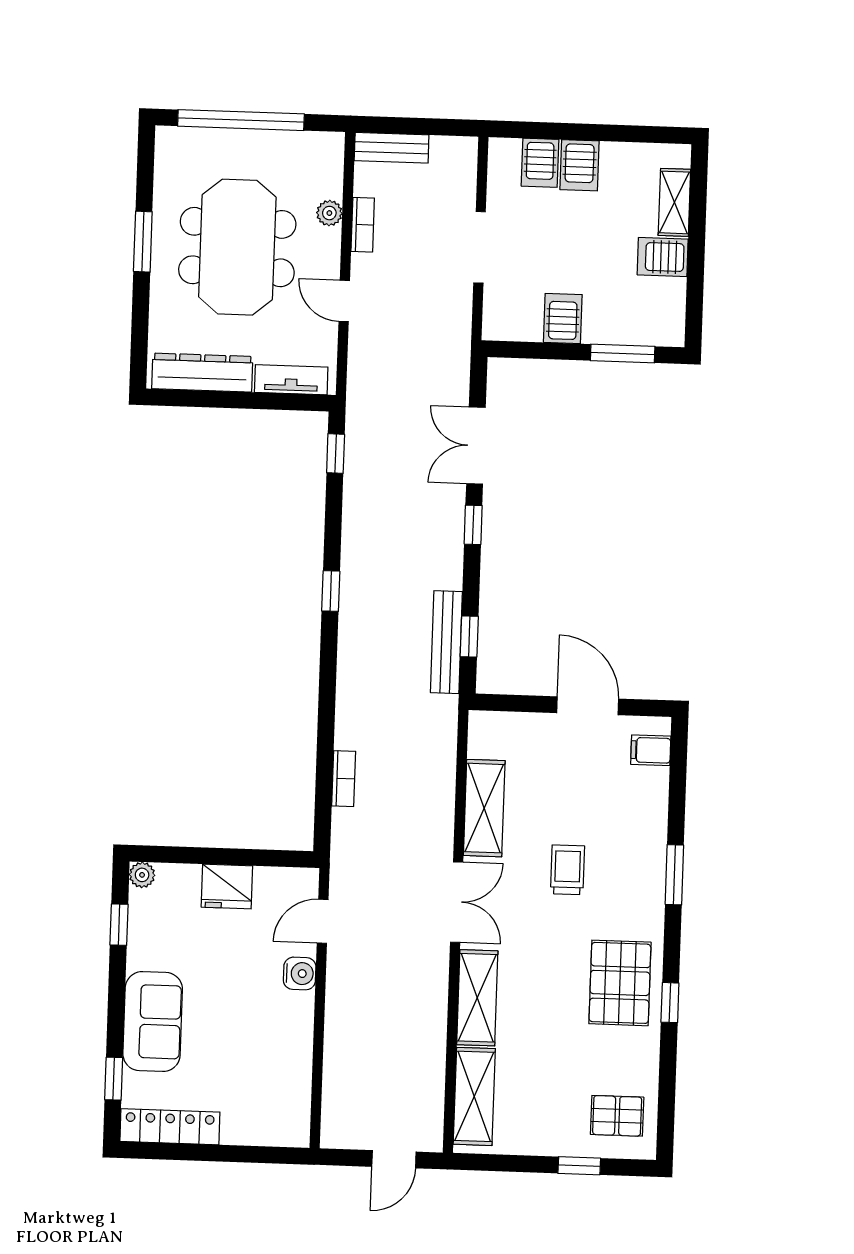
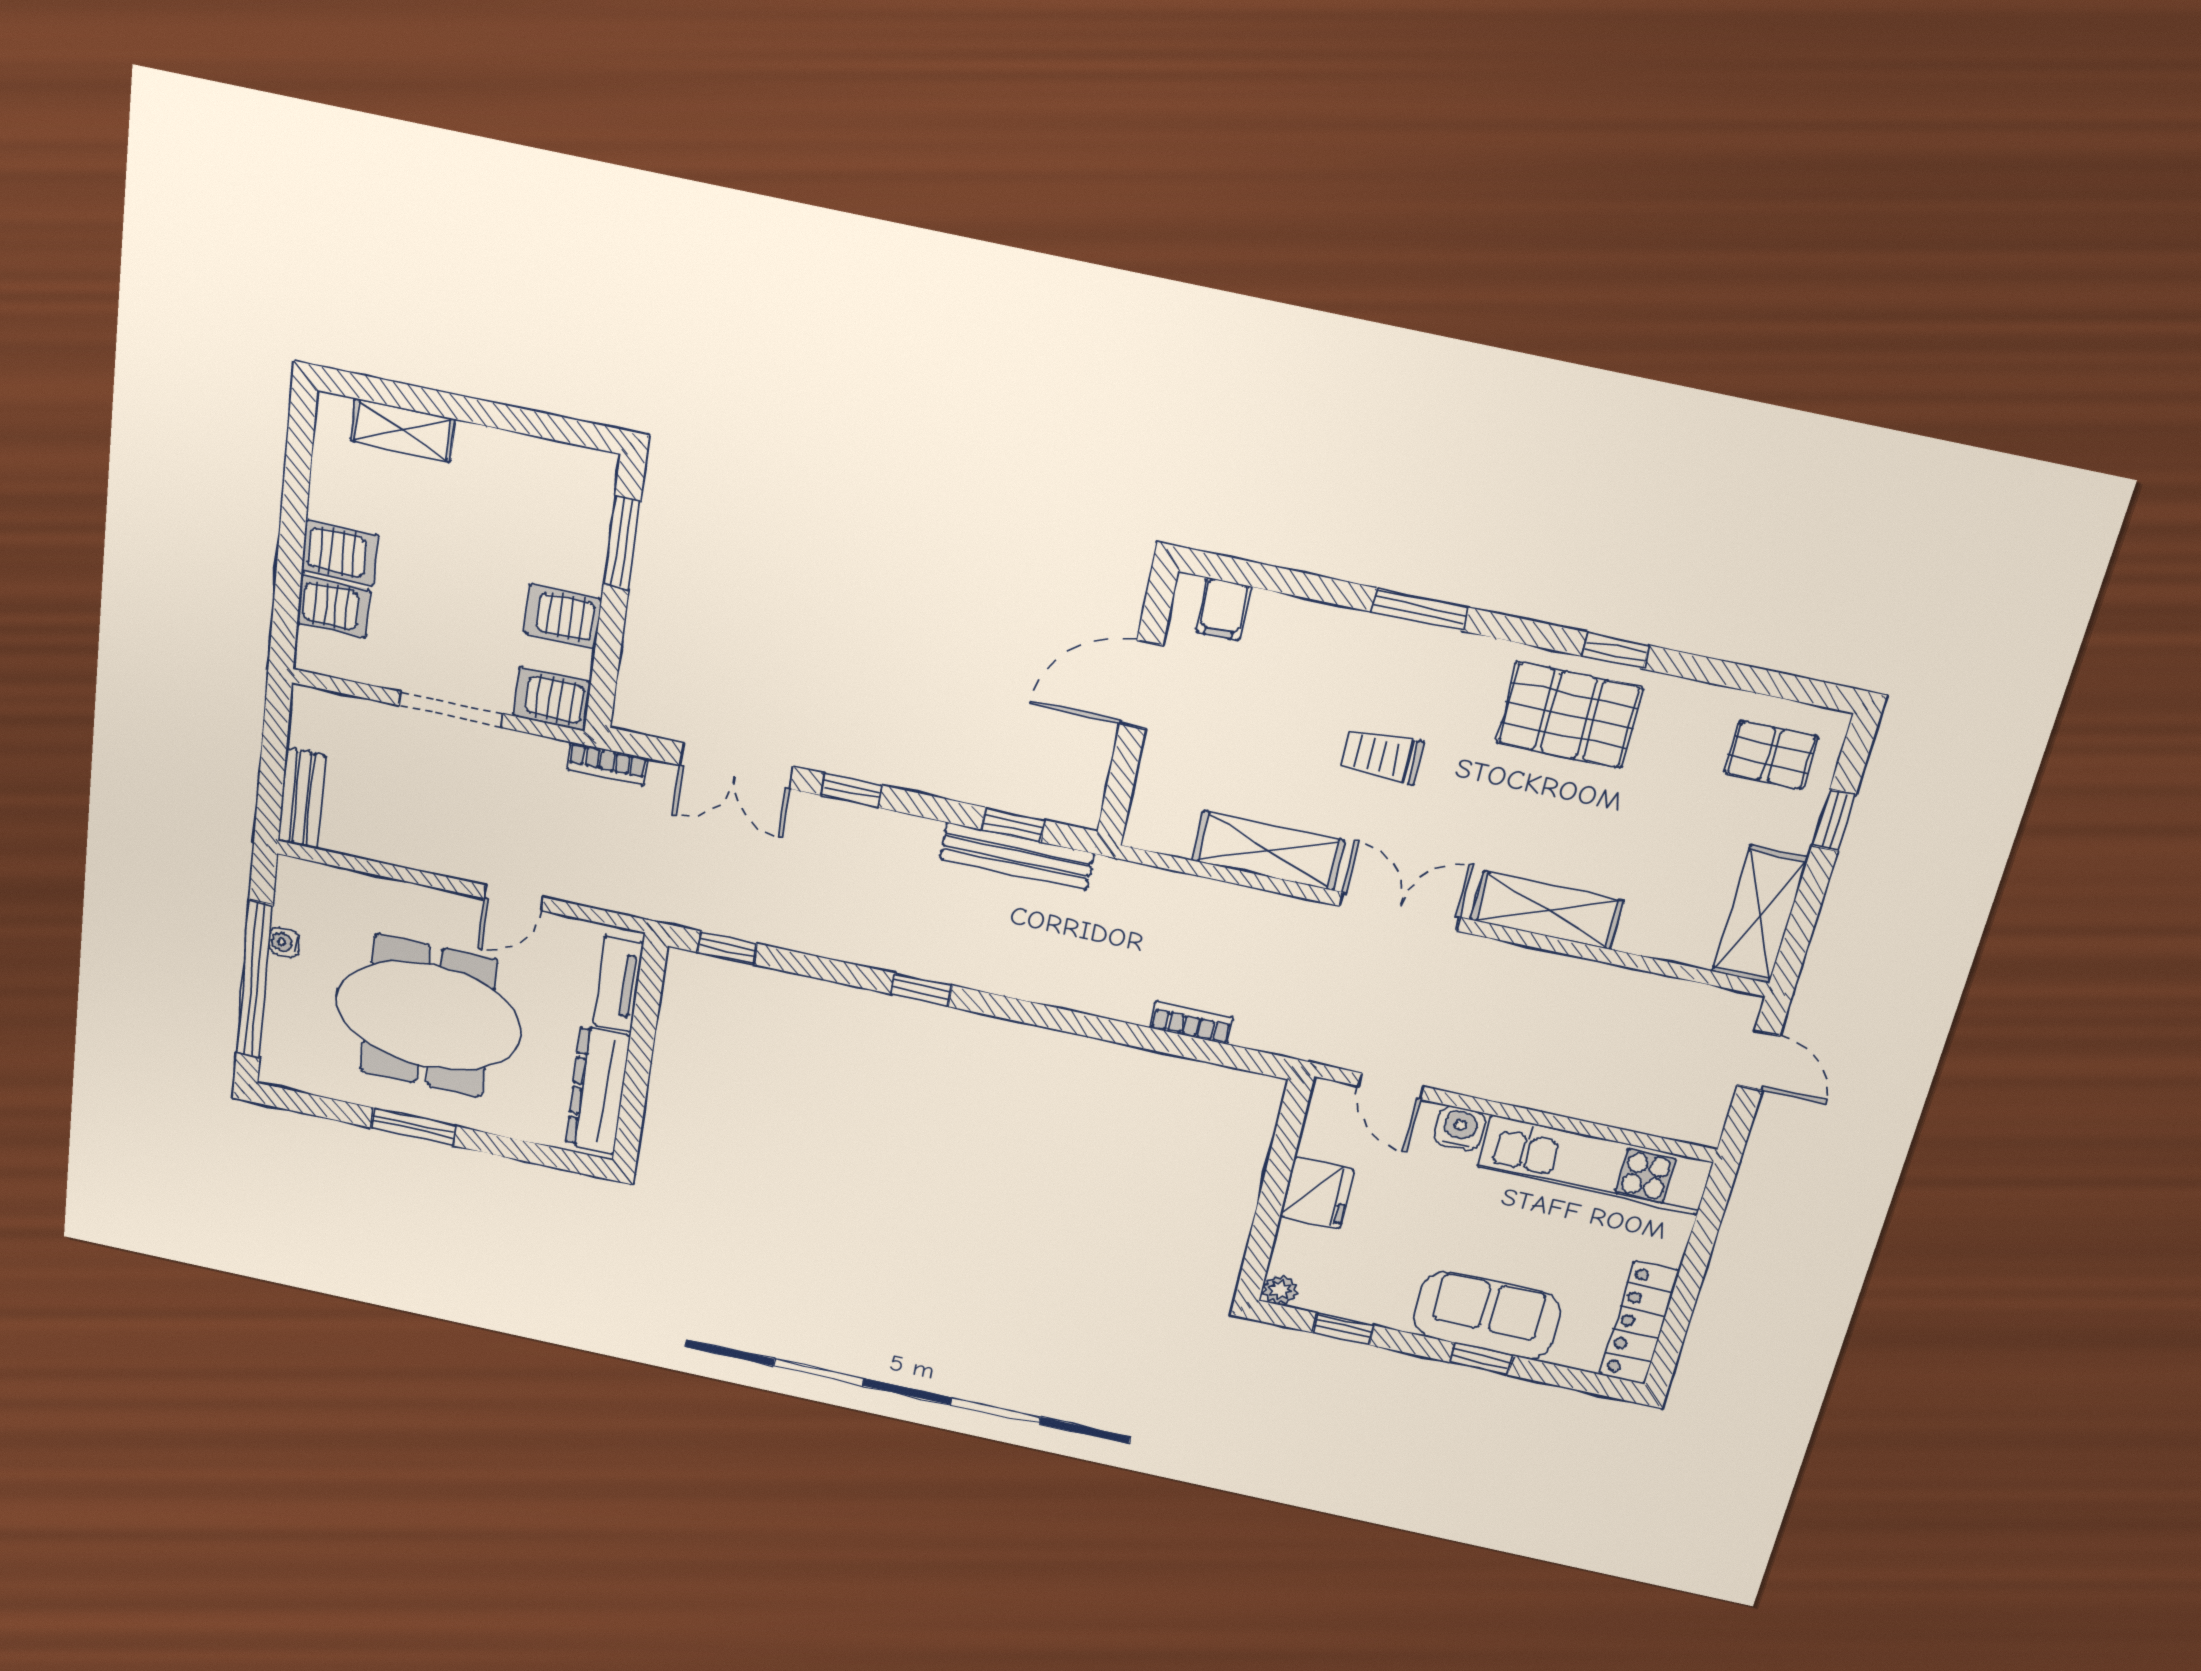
water cooler: (275, 140) -> (284, 942), added
plant: (329, 213) -> (389, 894), removed
bookcase: (363, 225) -> (607, 764), moved, turned 180
server rack: (663, 257) -> (552, 699), moved, turned 90
kitchen unit: (290, 1070) -> (1595, 1165), added
window: (114, 1079) -> (1481, 1359), moved
shelving: (474, 1096) -> (1760, 915), moved, turned 90
pallet: (617, 1116) -> (1771, 755), turned 90

